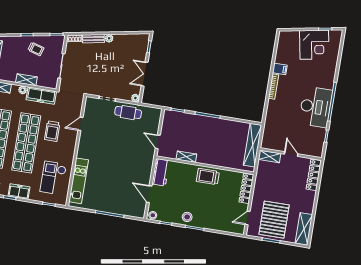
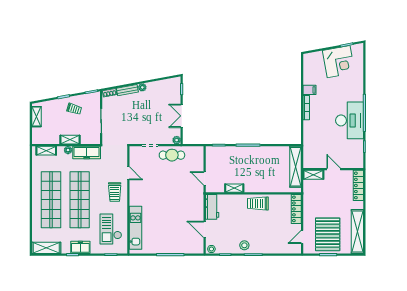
door: (80, 124) -> (128, 173), swing flipped
trolley: (52, 131) -> (115, 192), moved
shelving: (304, 229) -> (357, 231), width x1.47

